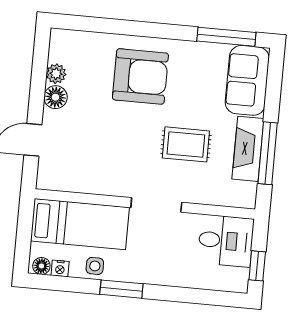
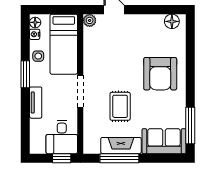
plant: (56, 74) -> (90, 20), moved
floor lamp: (55, 97) -> (172, 21), moved
window: (257, 266) -> (62, 158), moved
tv unit: (168, 277) -> (36, 103), added

